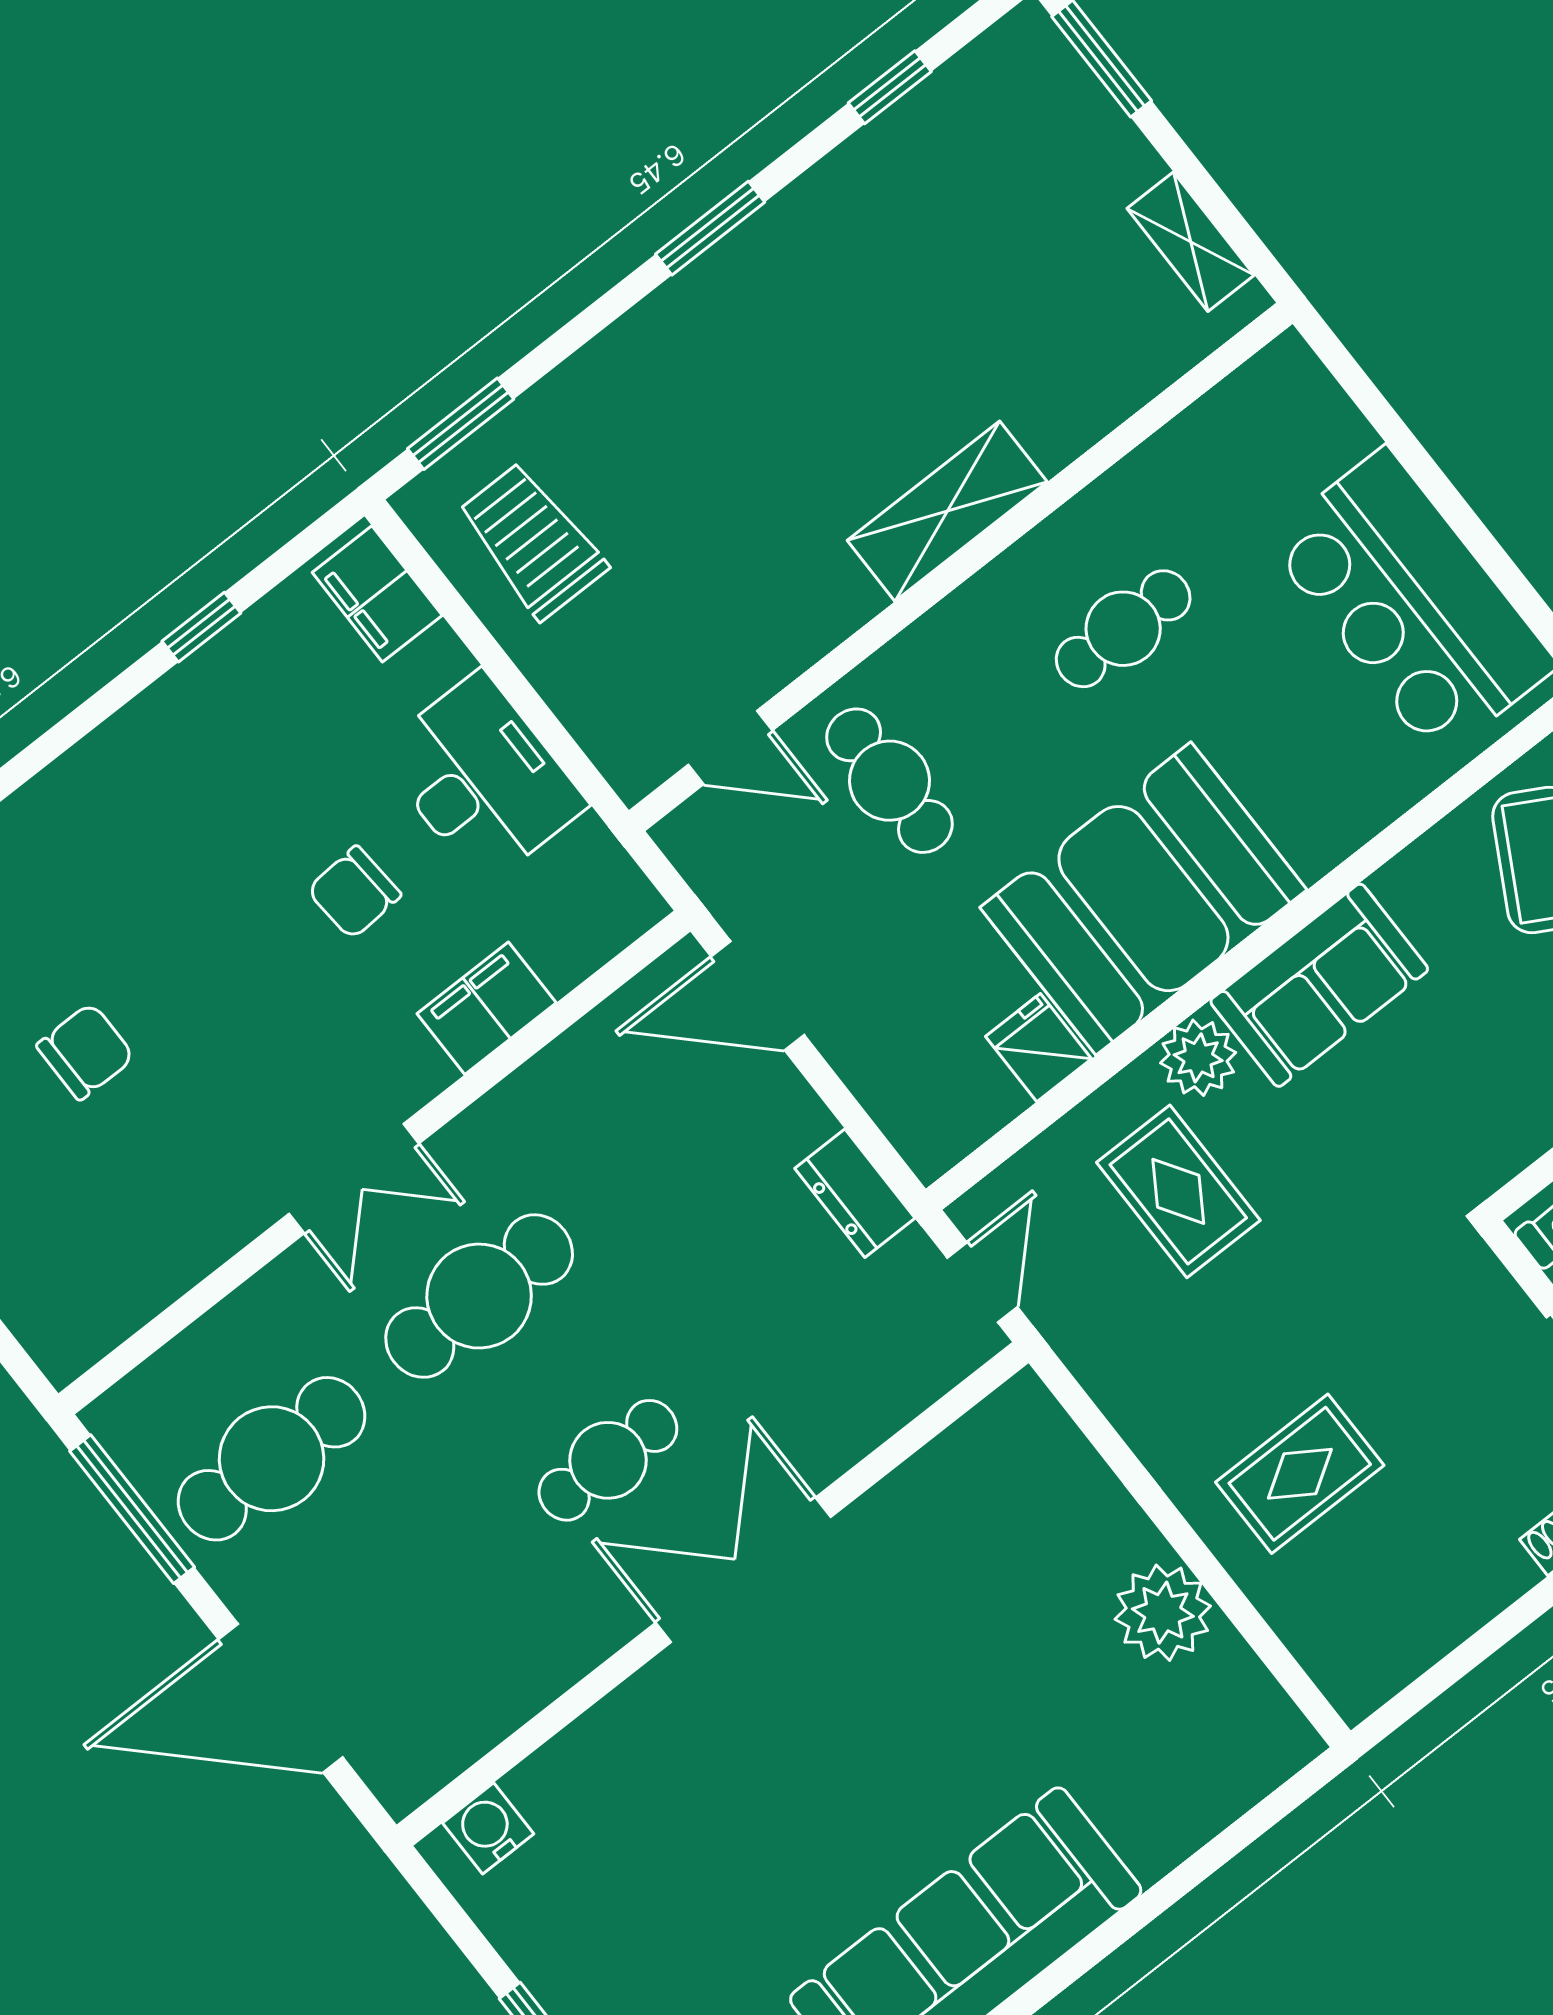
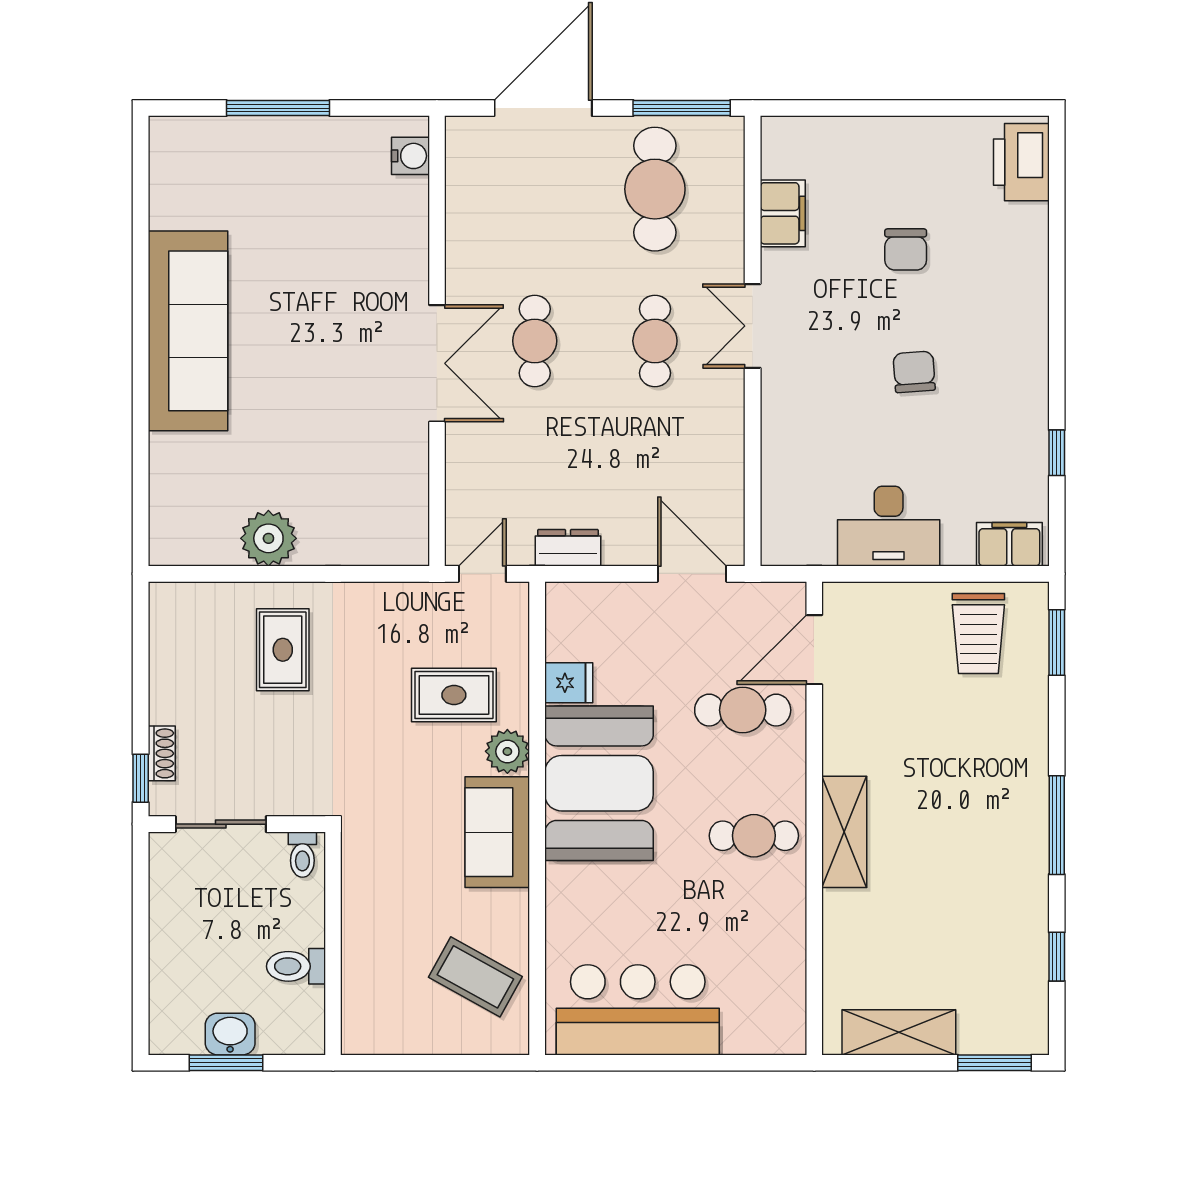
window: (710, 228) -> (1057, 825), width x1.44
shelving: (1191, 242) -> (899, 1032), width x1.50, depth x1.33
trolley: (532, 541) -> (978, 634), turned 90
cafe table: (1123, 629) -> (754, 836), moved, turned 90
door: (730, 748) -> (814, 650), width x1.38
chair: (354, 892) -> (914, 372), moved
door: (758, 996) -> (692, 574), hinge flipped
filing cabinet: (487, 1008) -> (783, 213), moved
door: (982, 1282) -> (482, 574), swing flipped
cafe table: (479, 1296) -> (655, 341), width x0.73, depth x0.74

